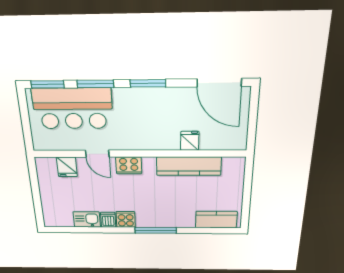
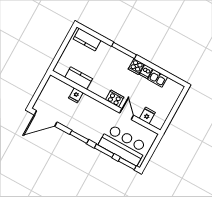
door: (219, 83) -> (46, 118), swing flipped
kitchen counter: (189, 166) -> (79, 78), width x0.67

